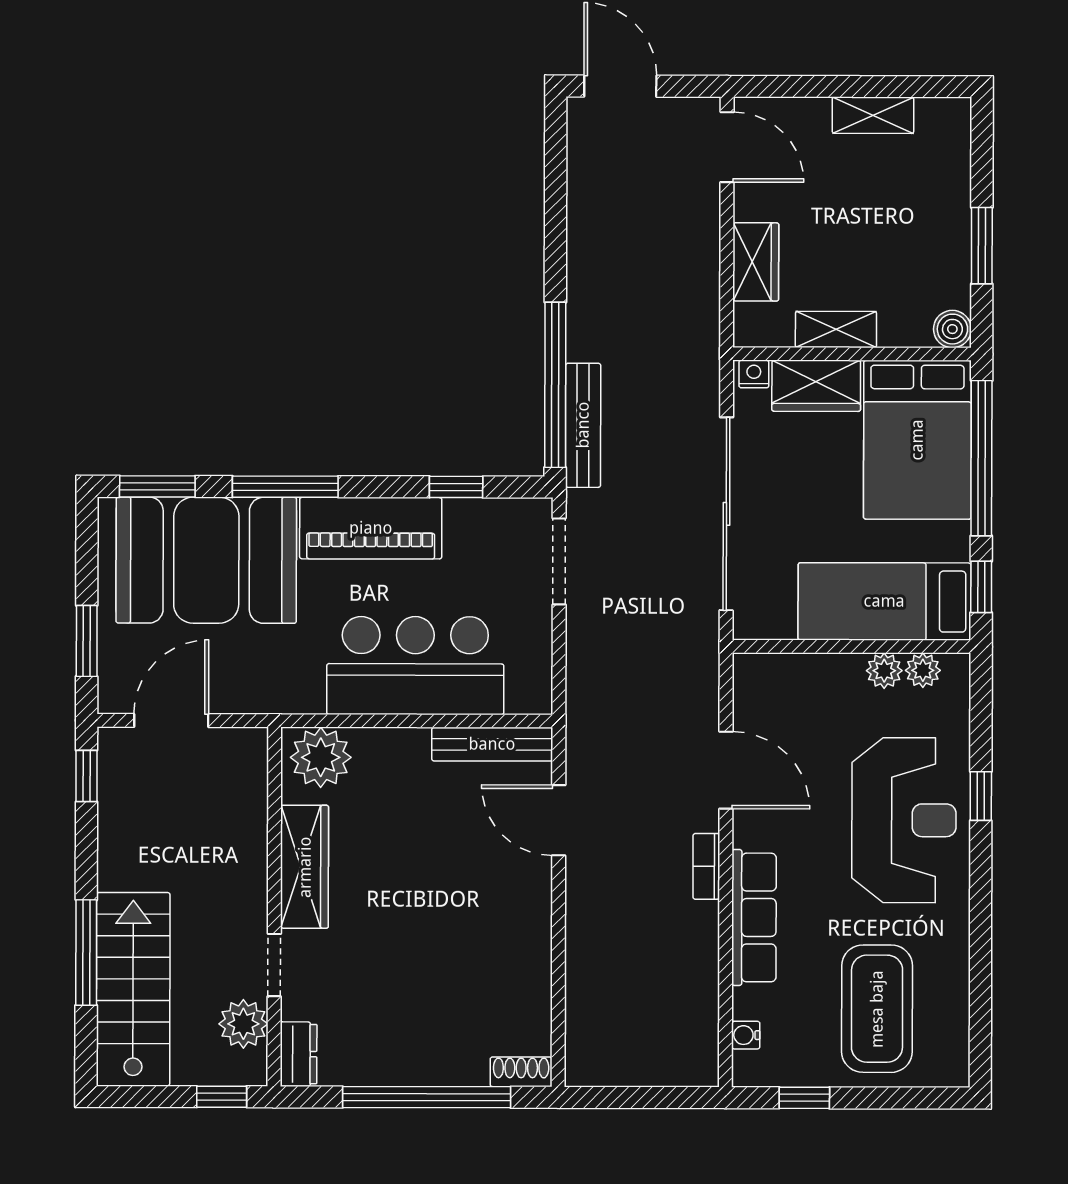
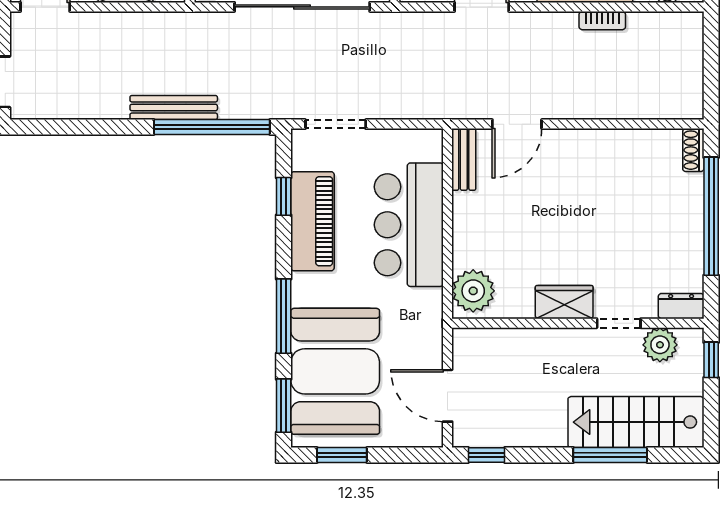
bench: (583, 425) -> (174, 107), moved
piano: (371, 528) -> (313, 221), moved
window: (87, 641) -> (342, 455), moved
bench: (492, 744) -> (464, 159), width x0.73
bookcase: (706, 866) -> (602, 21), moved
wardrobe: (305, 867) -> (564, 302), width x0.67

